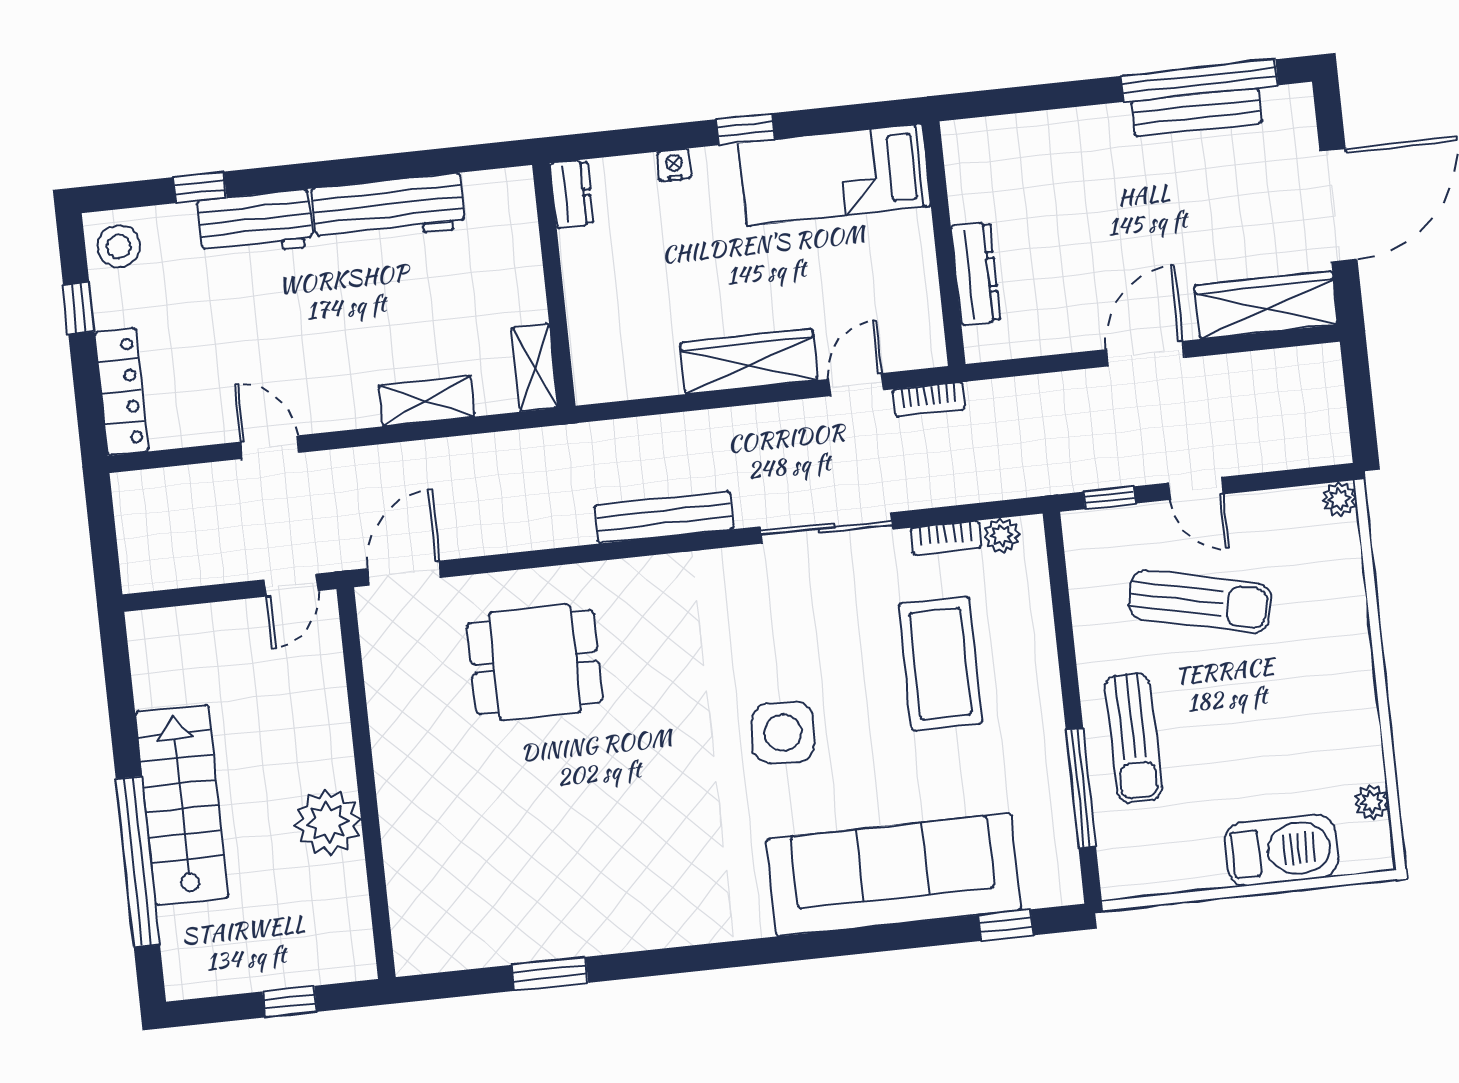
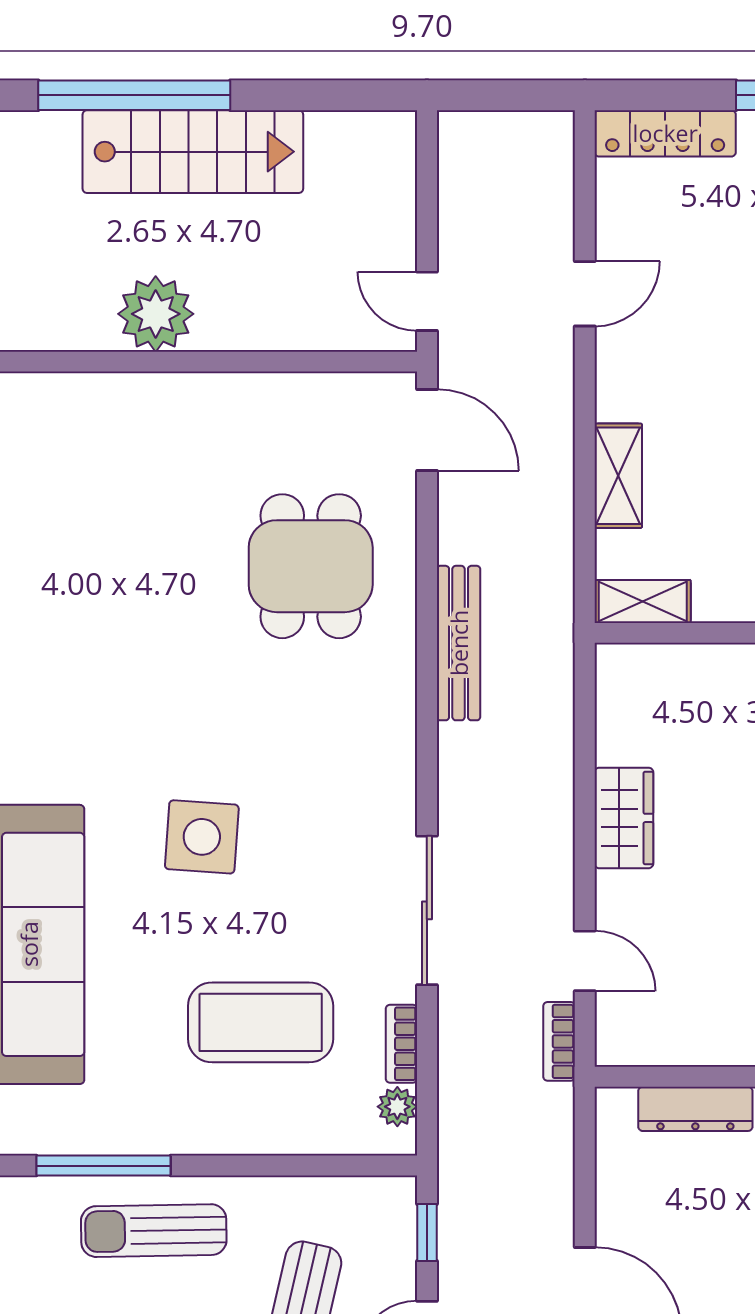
wardrobe: (749, 361) -> (624, 818), width x0.67
bench: (664, 517) -> (459, 643), moved

